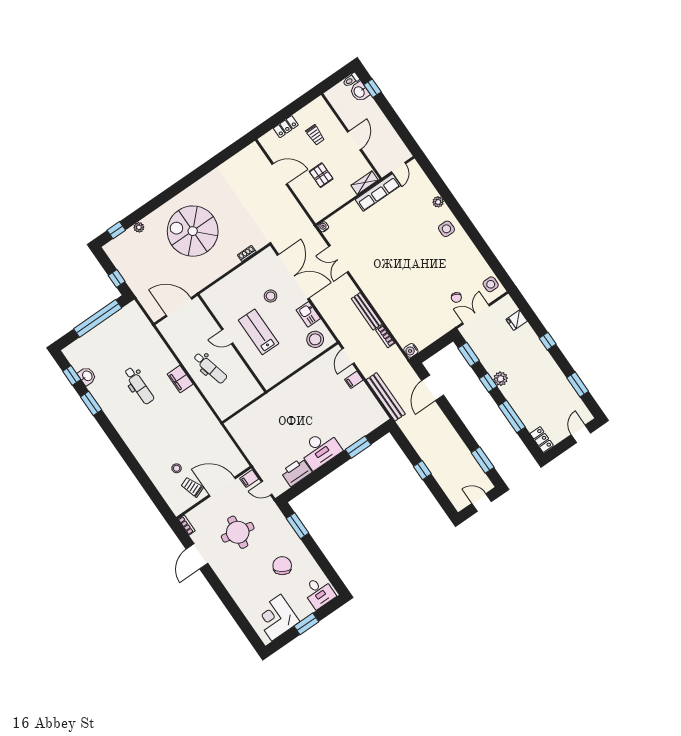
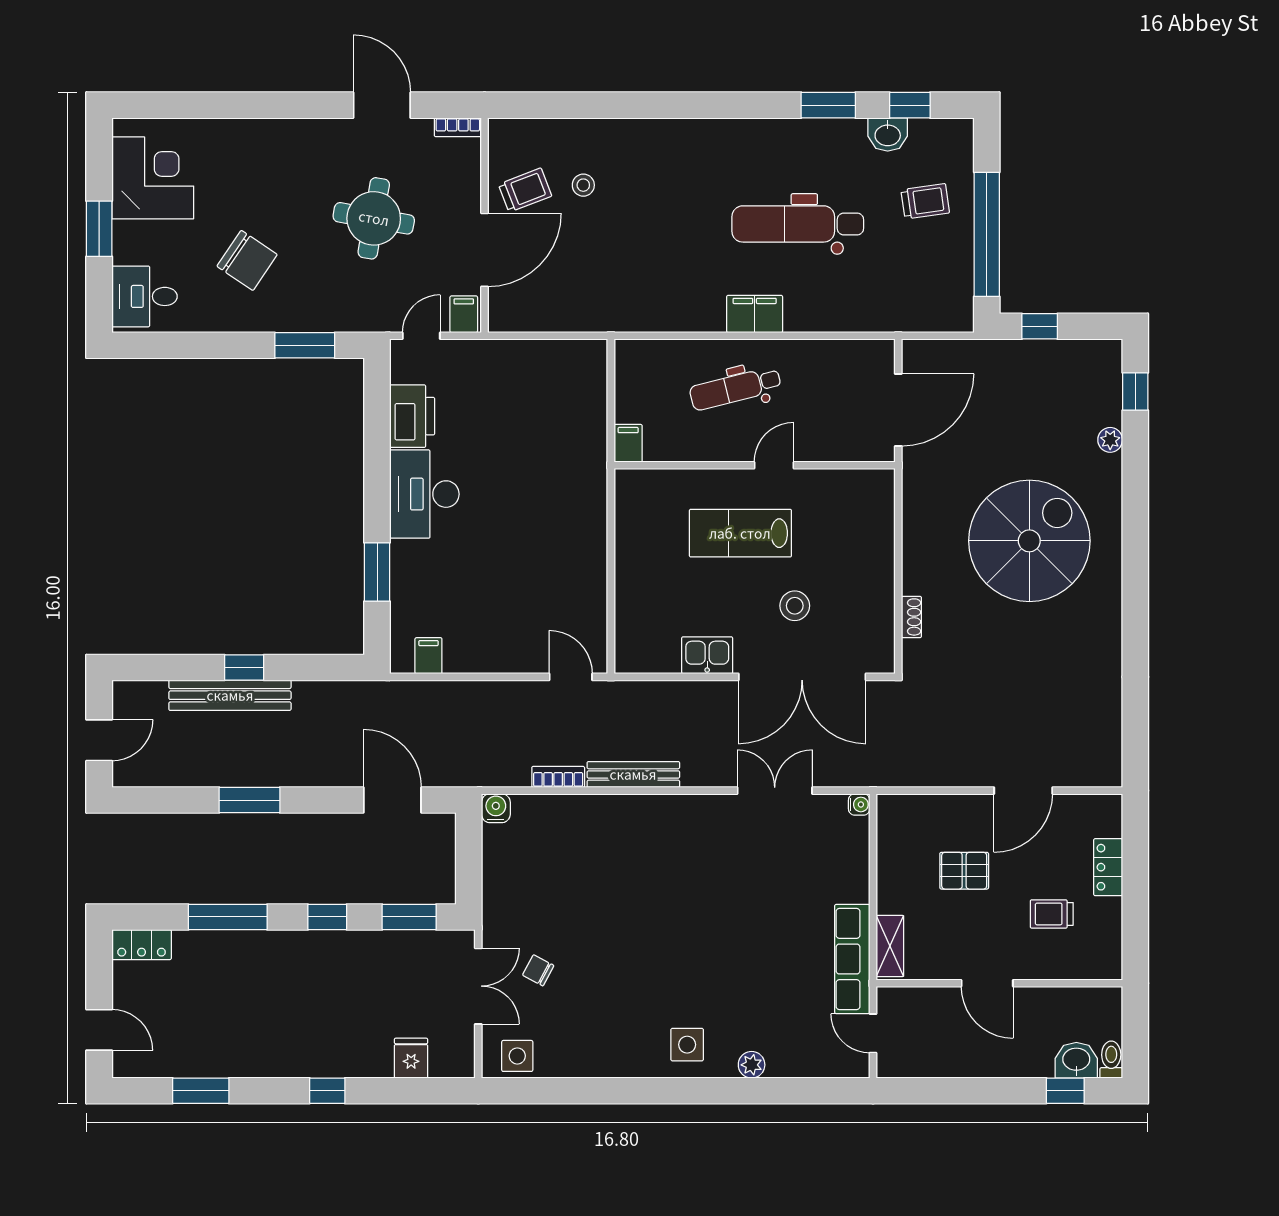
lab bench: (259, 332) -> (740, 533), turned 180
stool: (315, 339) -> (648, 635), removed
trolley: (101, 347) -> (925, 201), added
plant: (501, 379) -> (318, 946), removed
filing cabinet: (354, 380) -> (428, 656), moved
dental chair: (139, 386) -> (798, 224), width x1.36, depth x1.38
filing cabinet: (254, 392) -> (628, 443), added
bench: (386, 397) -> (230, 695), moved
window: (483, 460) -> (249, 800), moved

